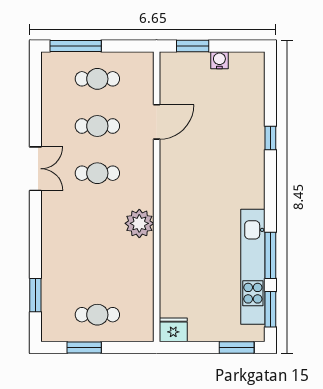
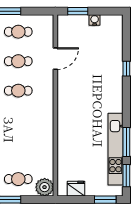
plant: (139, 223) -> (45, 187), moved
fridge: (173, 330) -> (76, 189), moved

